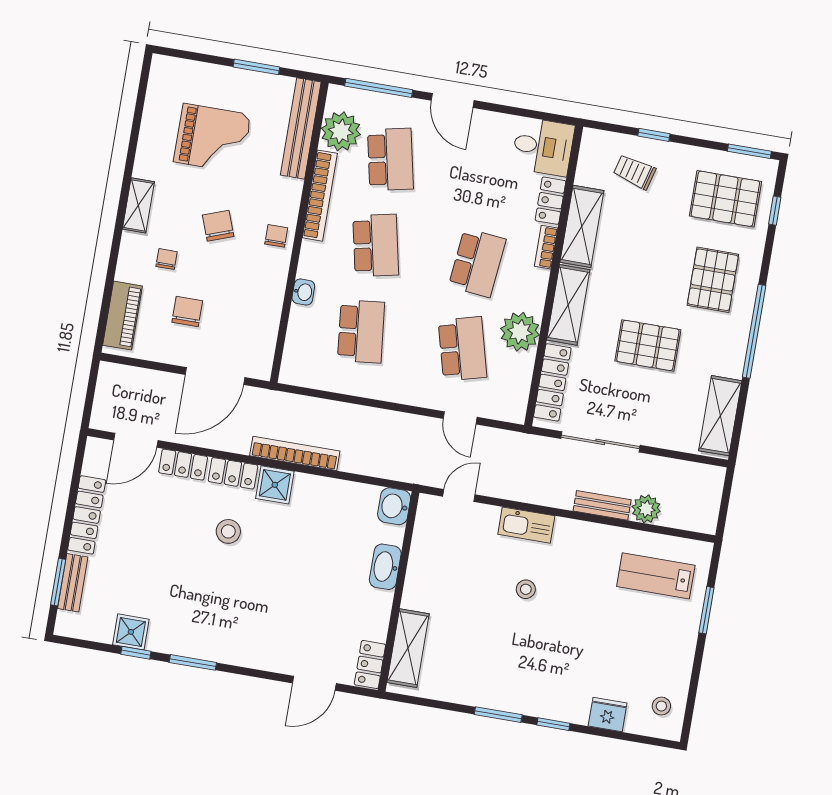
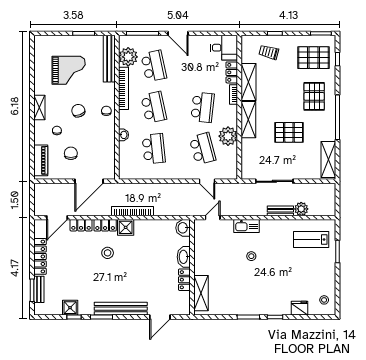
locker: (552, 382) -> (247, 157), removed
bench: (236, 652) -> (121, 309), added
locker: (370, 665) -> (184, 280), moved

